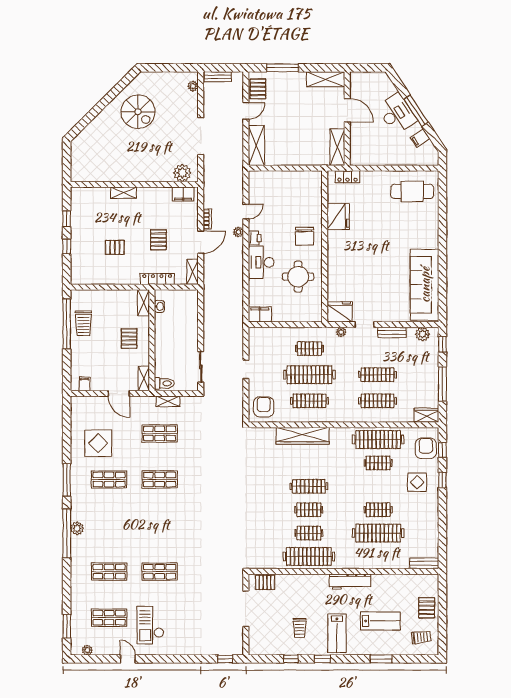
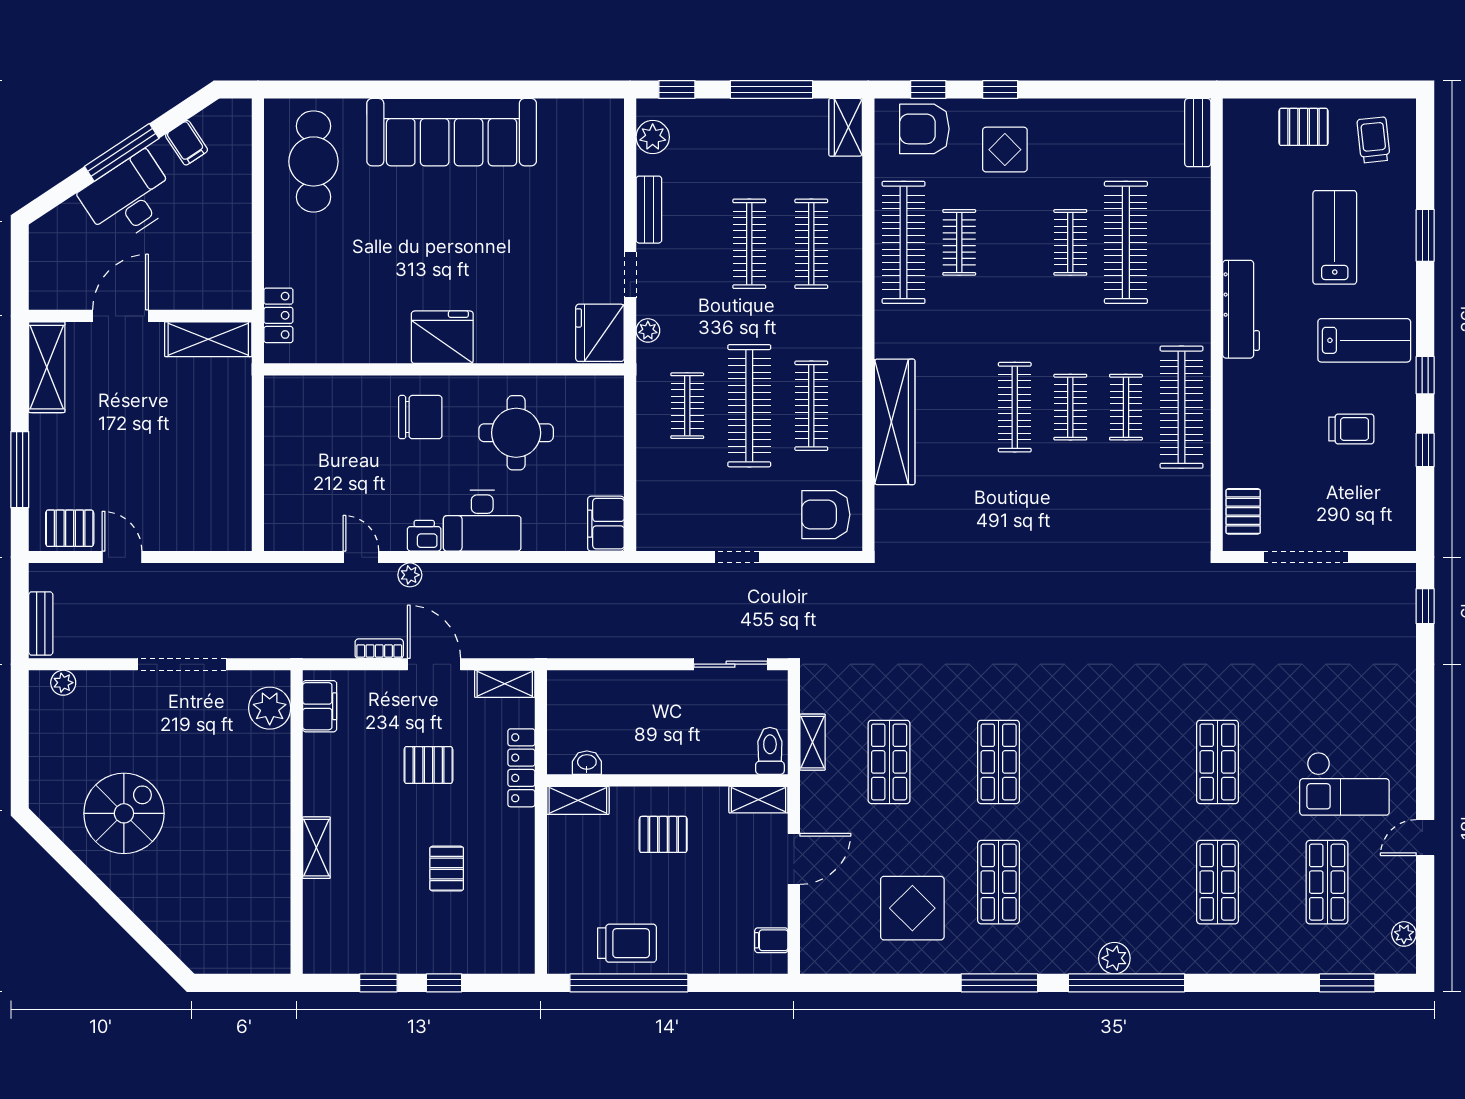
shelving: (256, 145) -> (204, 532), removed
fridge: (338, 217) -> (442, 337), moved
sofa: (425, 285) -> (452, 132), moved

